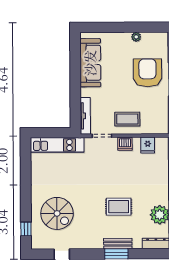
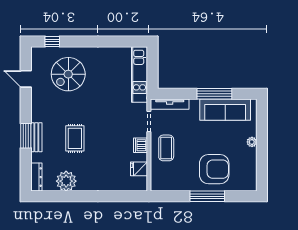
plant: (136, 37) -> (252, 142), moved
window: (75, 73) -> (214, 94), added

